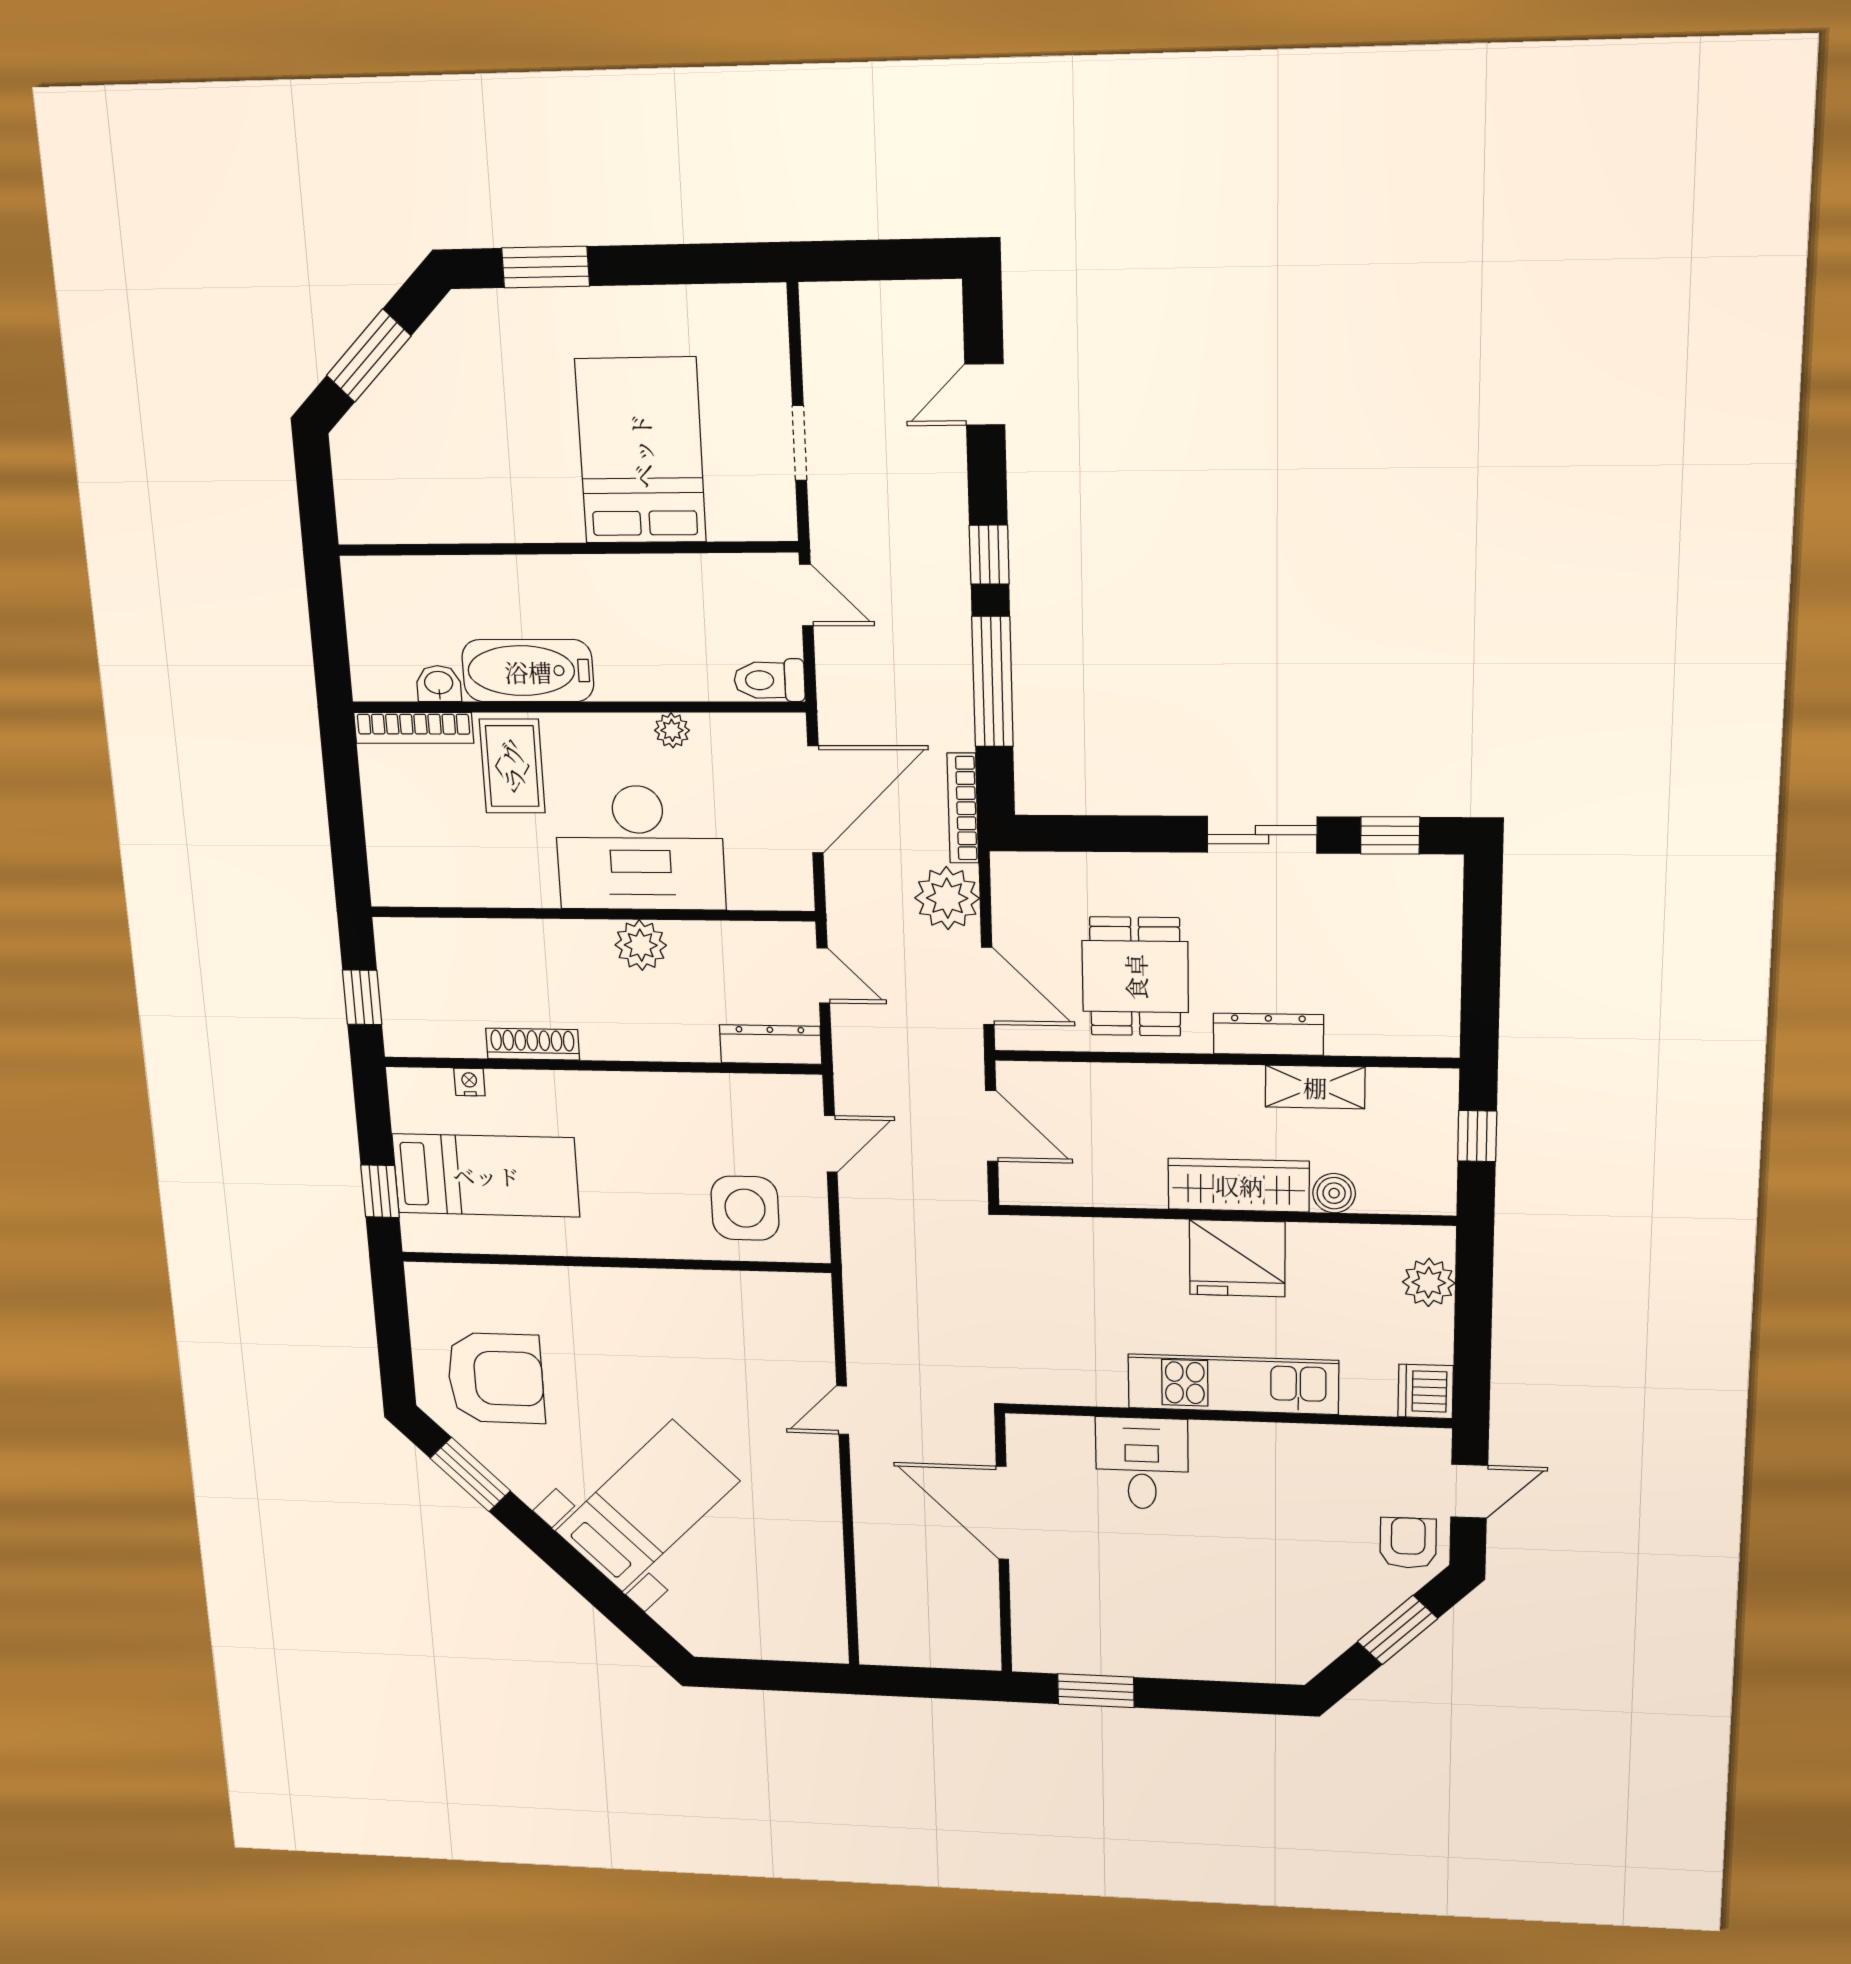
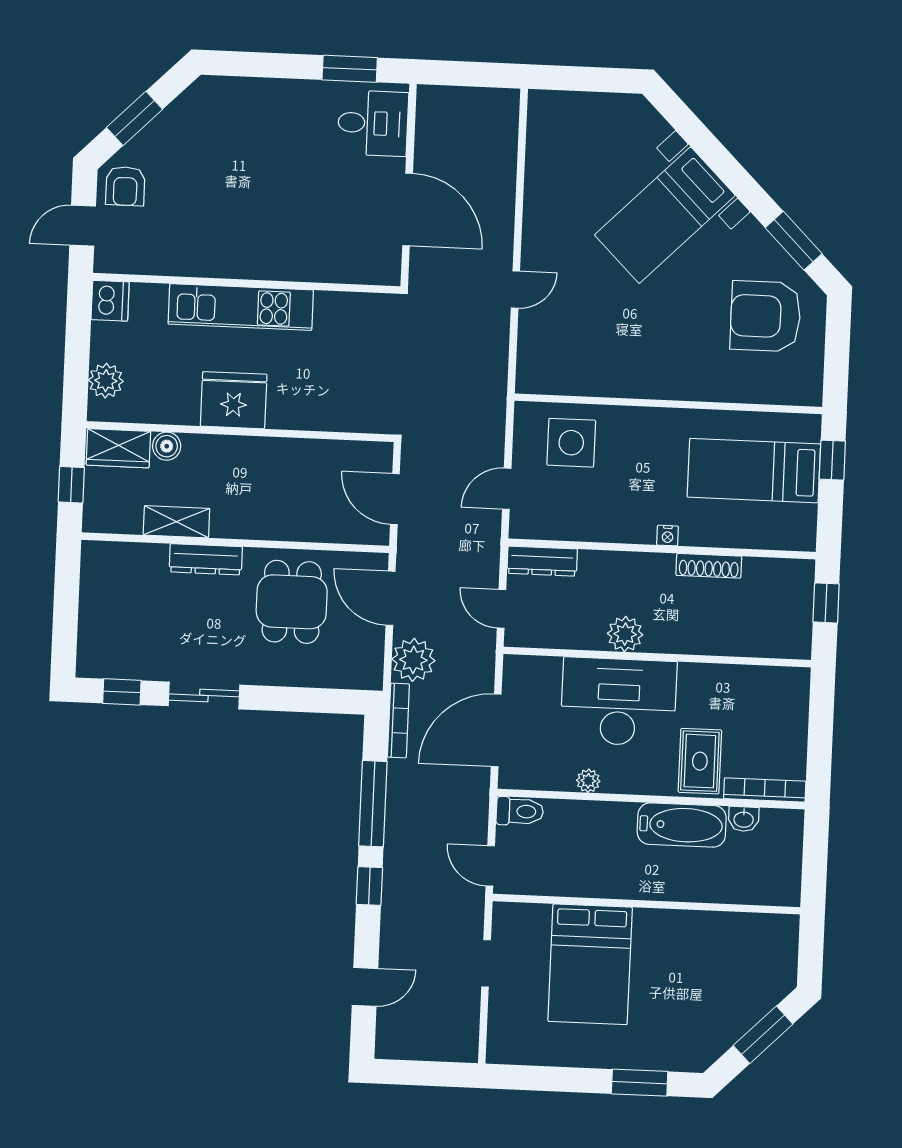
nightstand: (469, 1082) -> (668, 536), moved
wardrobe: (1239, 1185) -> (118, 448), moved, width x0.67
desk: (1142, 1463) -> (373, 123), moved, turned -90

